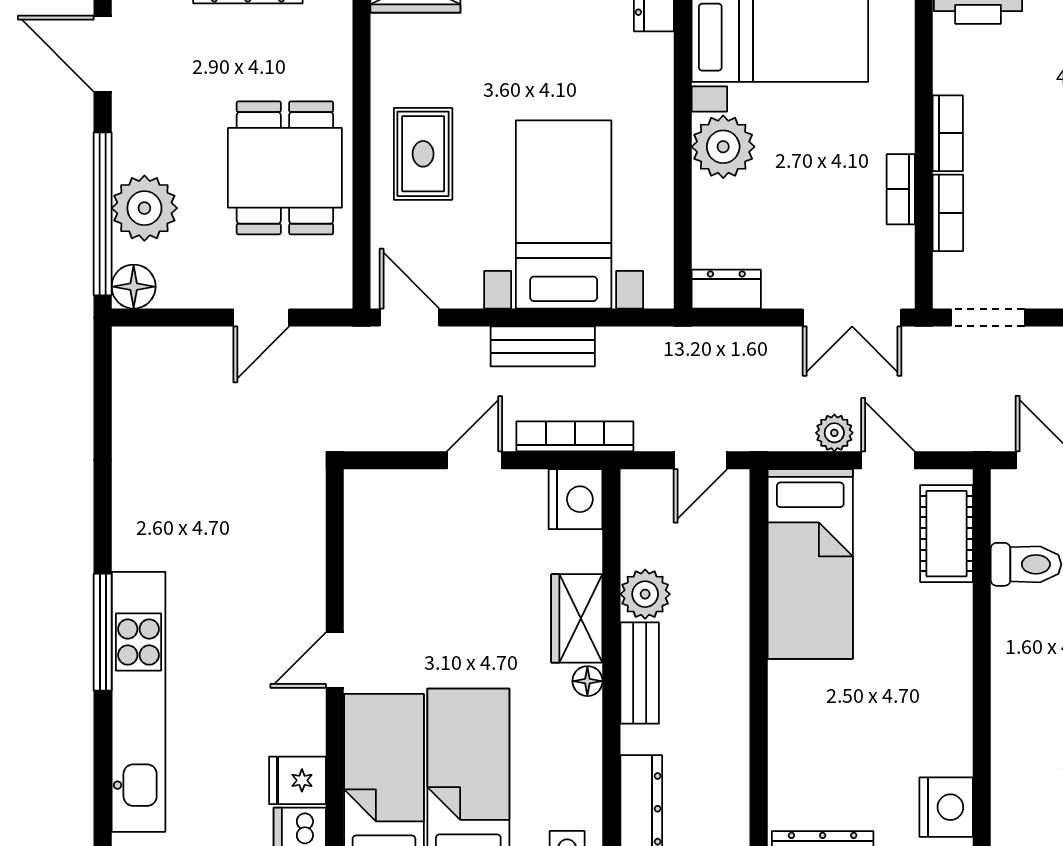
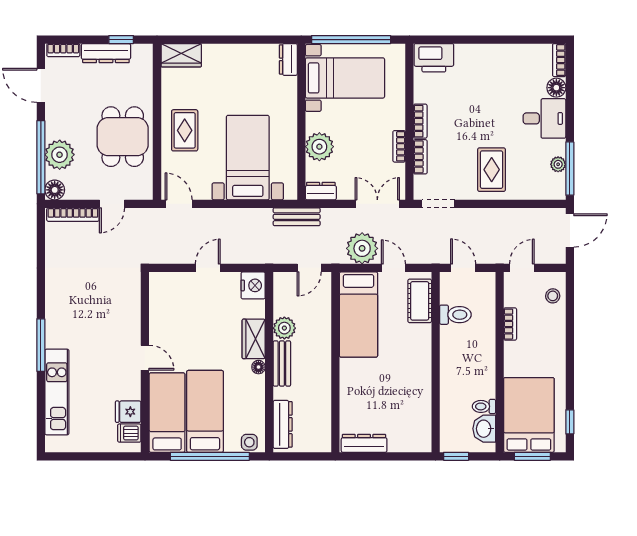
plant: (723, 147) -> (319, 147), moved
double door: (852, 317) -> (377, 204), swing flipped
bench: (543, 346) -> (297, 217), moved
plant: (834, 433) -> (362, 248), width x1.87, depth x1.87
bookcase: (575, 436) -> (73, 215), moved, turned 180
door: (335, 660) -> (145, 358), swing flipped
kitchen unit: (138, 702) -> (57, 392), width x0.73
nightstand: (946, 807) -> (420, 424), removed

